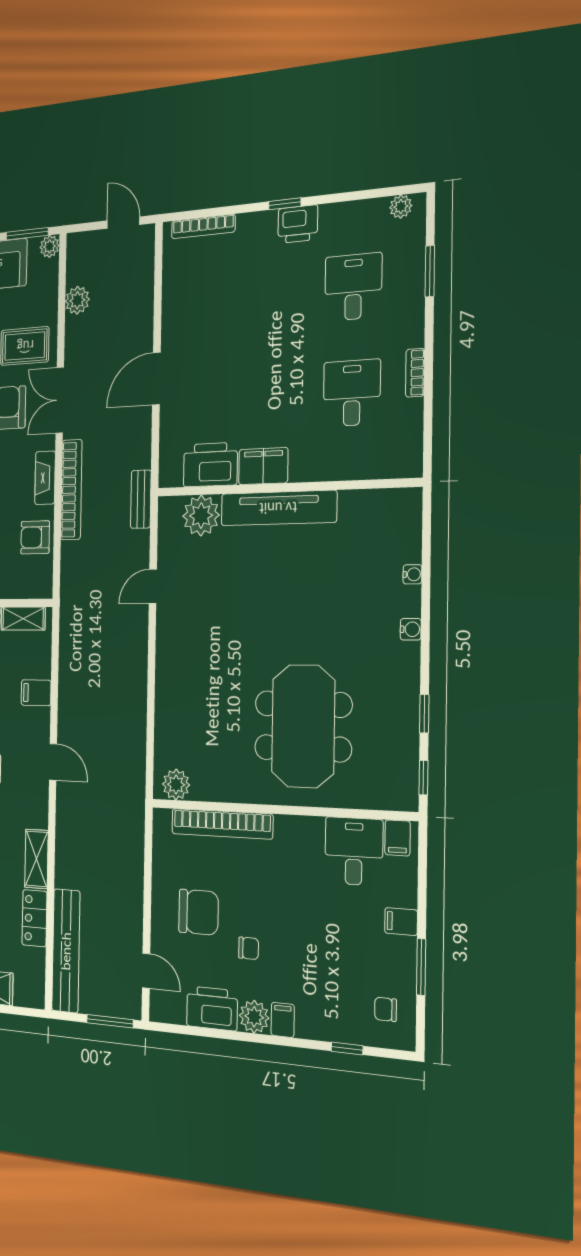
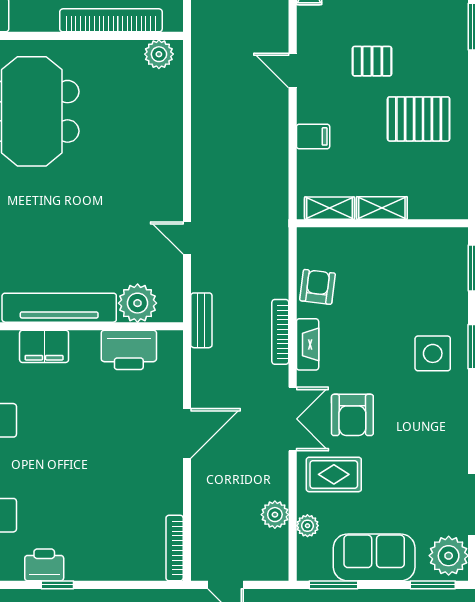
bookcase: (203, 226) -> (175, 548), moved, turned -90
plant: (50, 246) -> (307, 526), moved
filing cabinet: (263, 466) -> (44, 346), moved
bookcase: (71, 490) -> (280, 332), width x0.68, depth x0.76
armchair: (35, 537) -> (318, 287), turned -83
door: (153, 586) -> (187, 238), swing flipped

